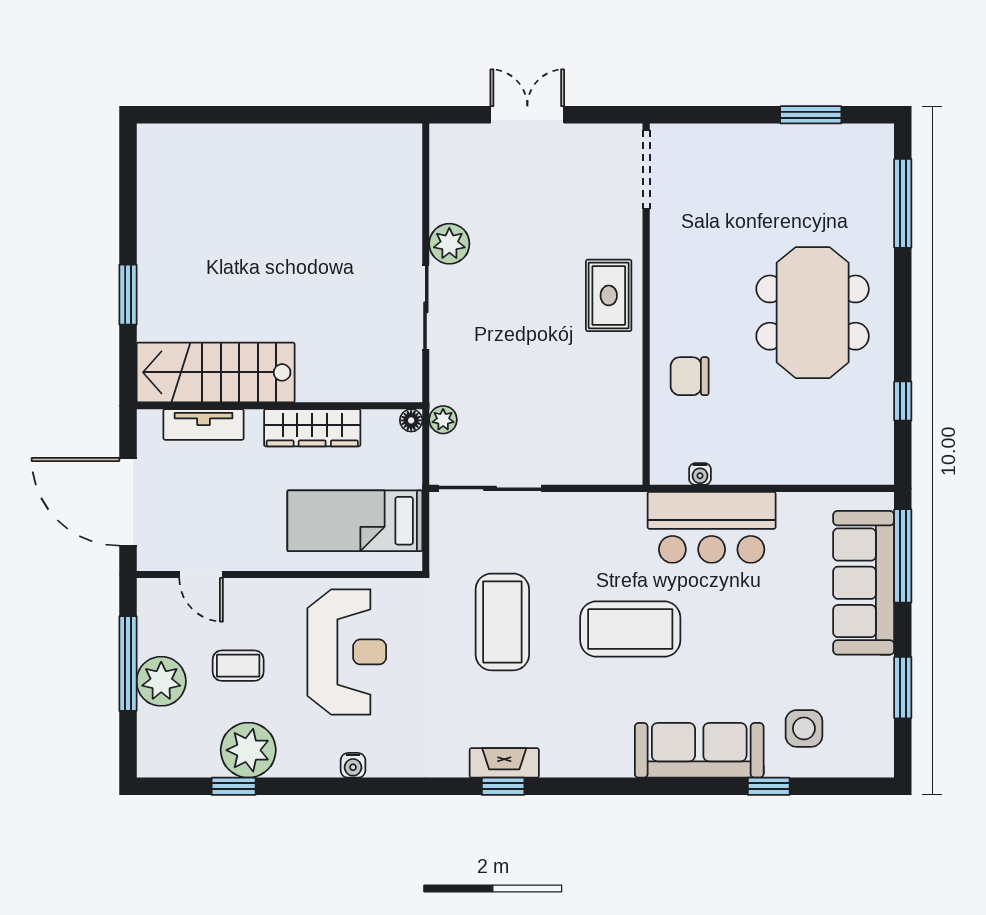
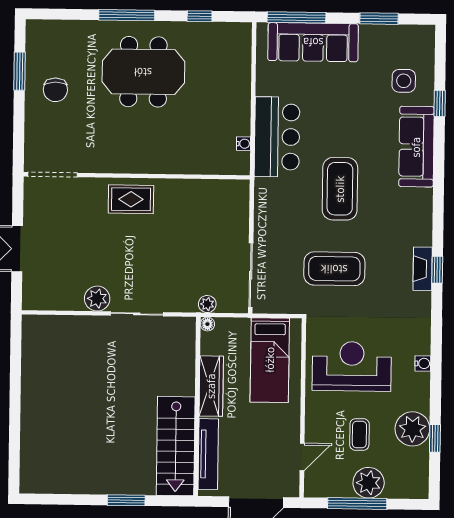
window: (903, 203) -> (127, 15), moved
chair: (690, 376) -> (55, 90), moved
tv unit: (204, 425) -> (208, 454), width x1.41

